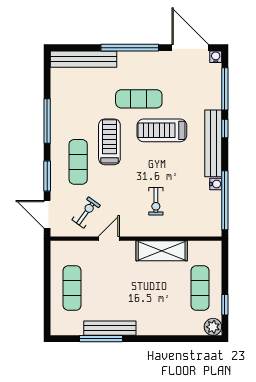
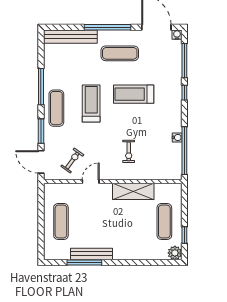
exercise mat: (139, 99) -> (120, 53), moved
bench: (213, 143) -> (175, 105), removed
exercise mat: (78, 162) -> (56, 108), moved

